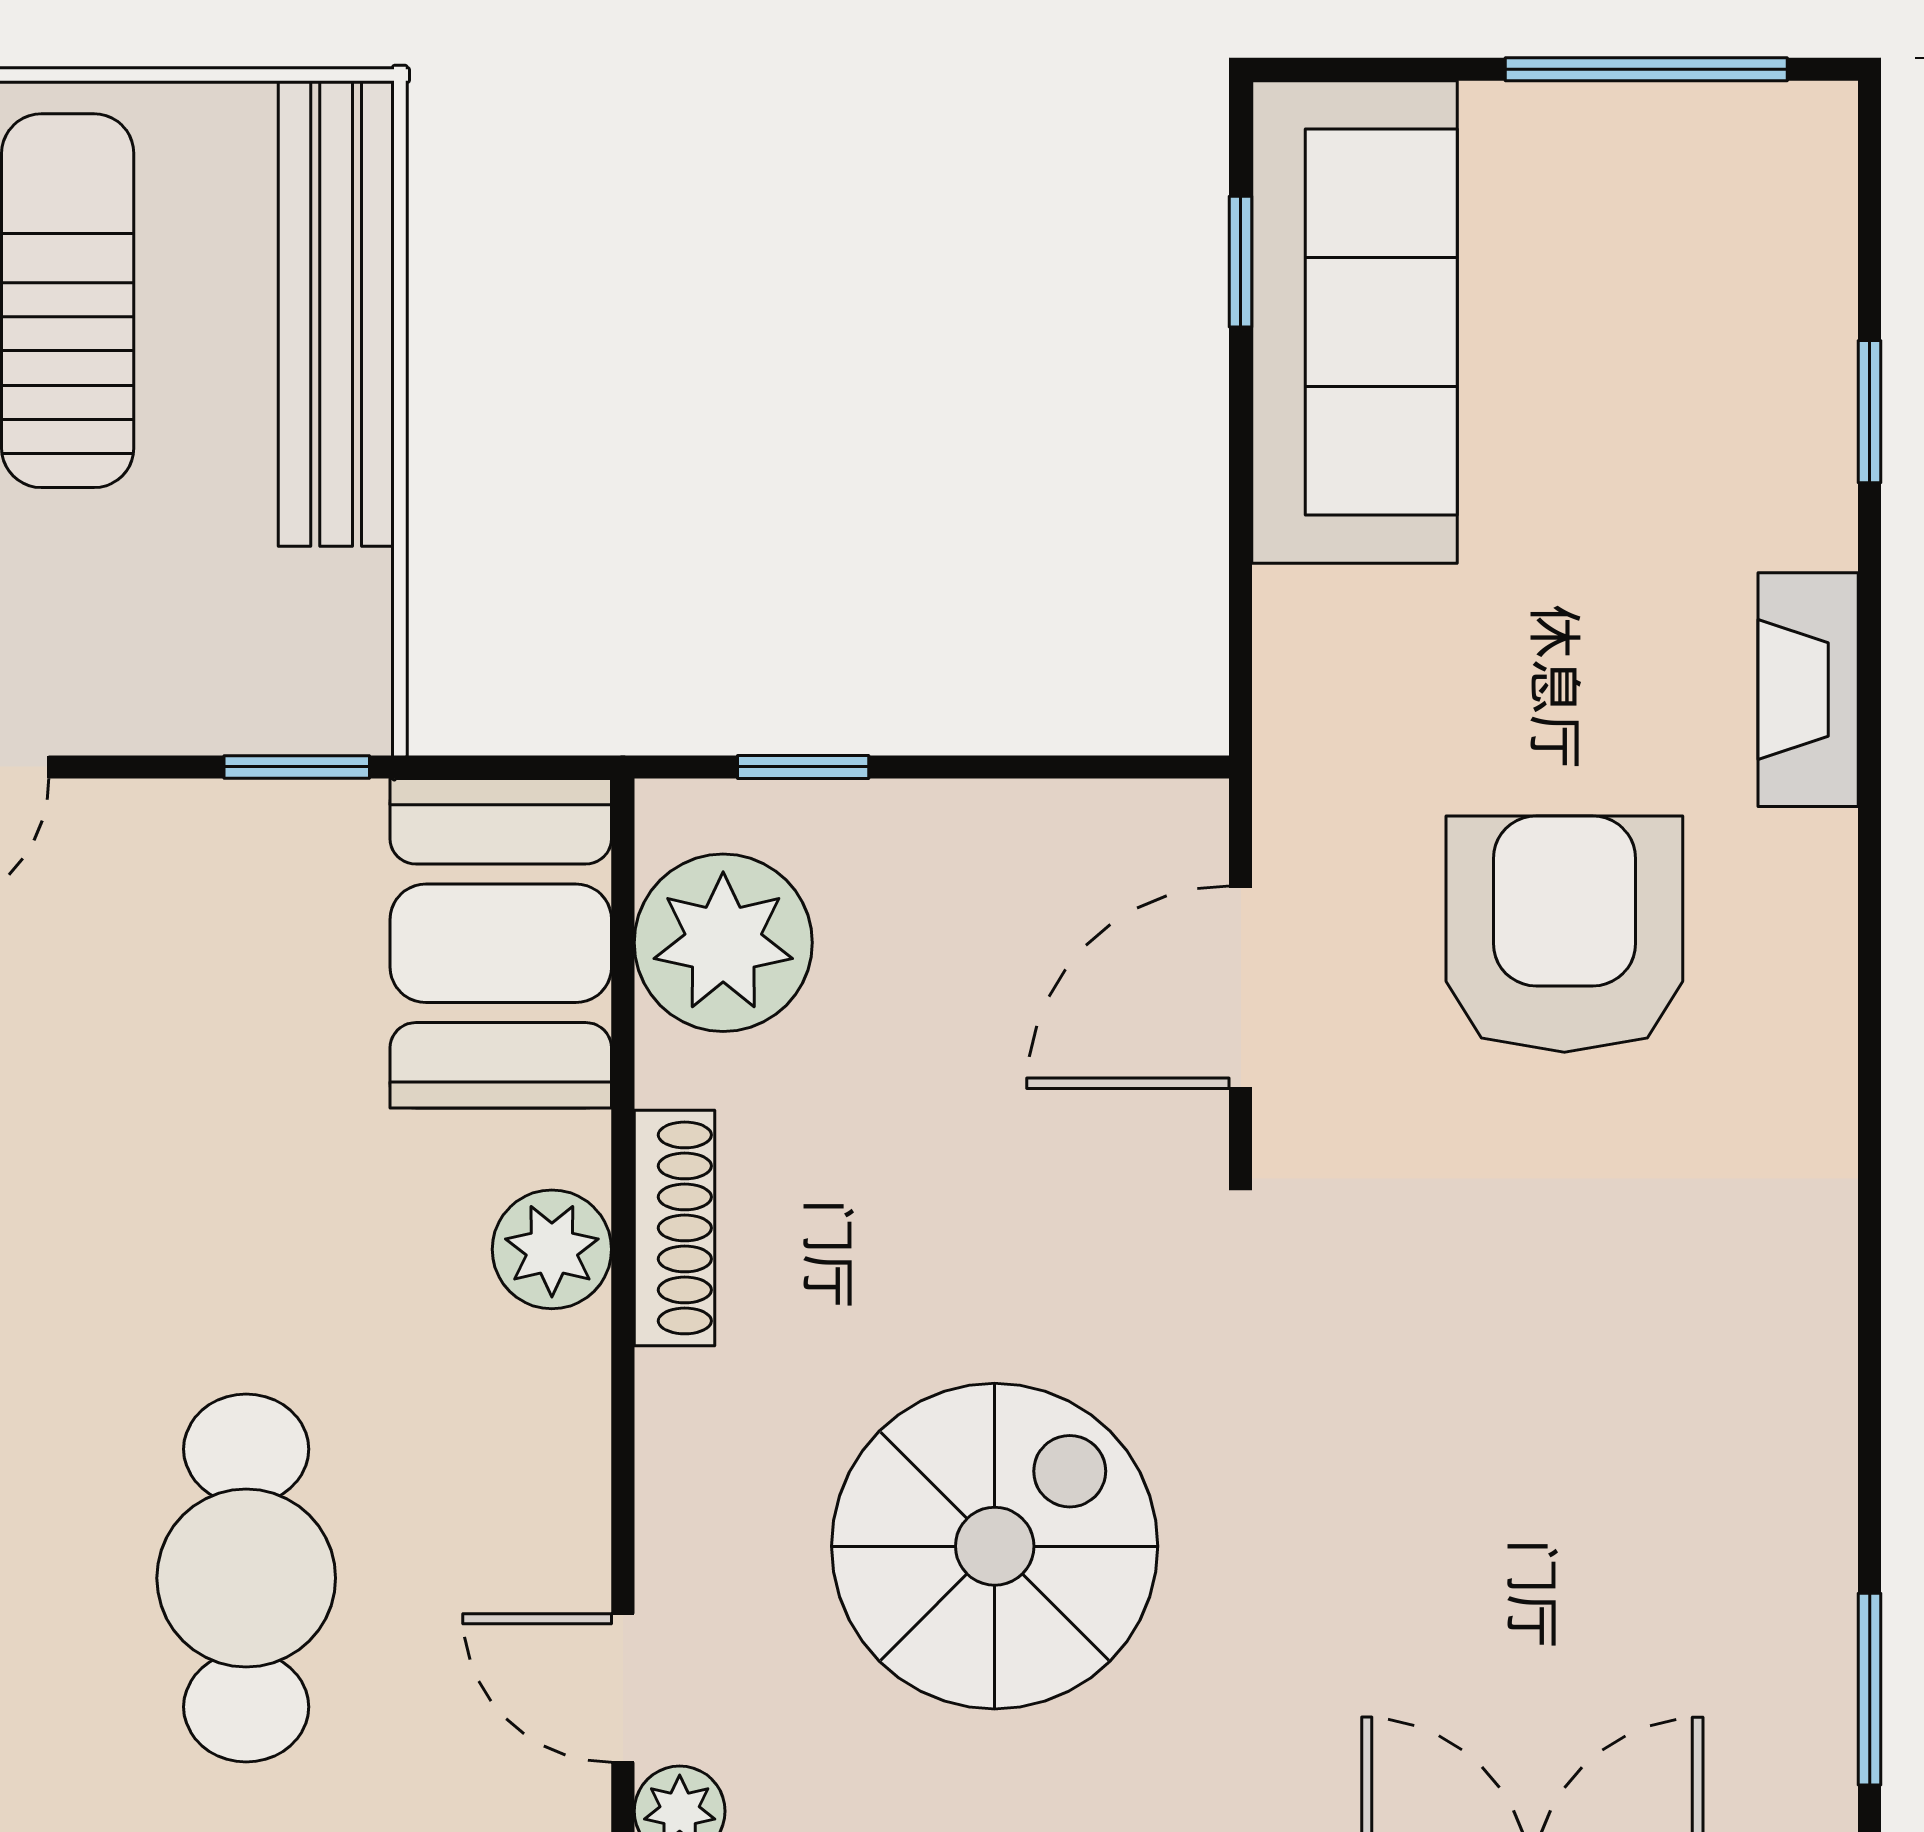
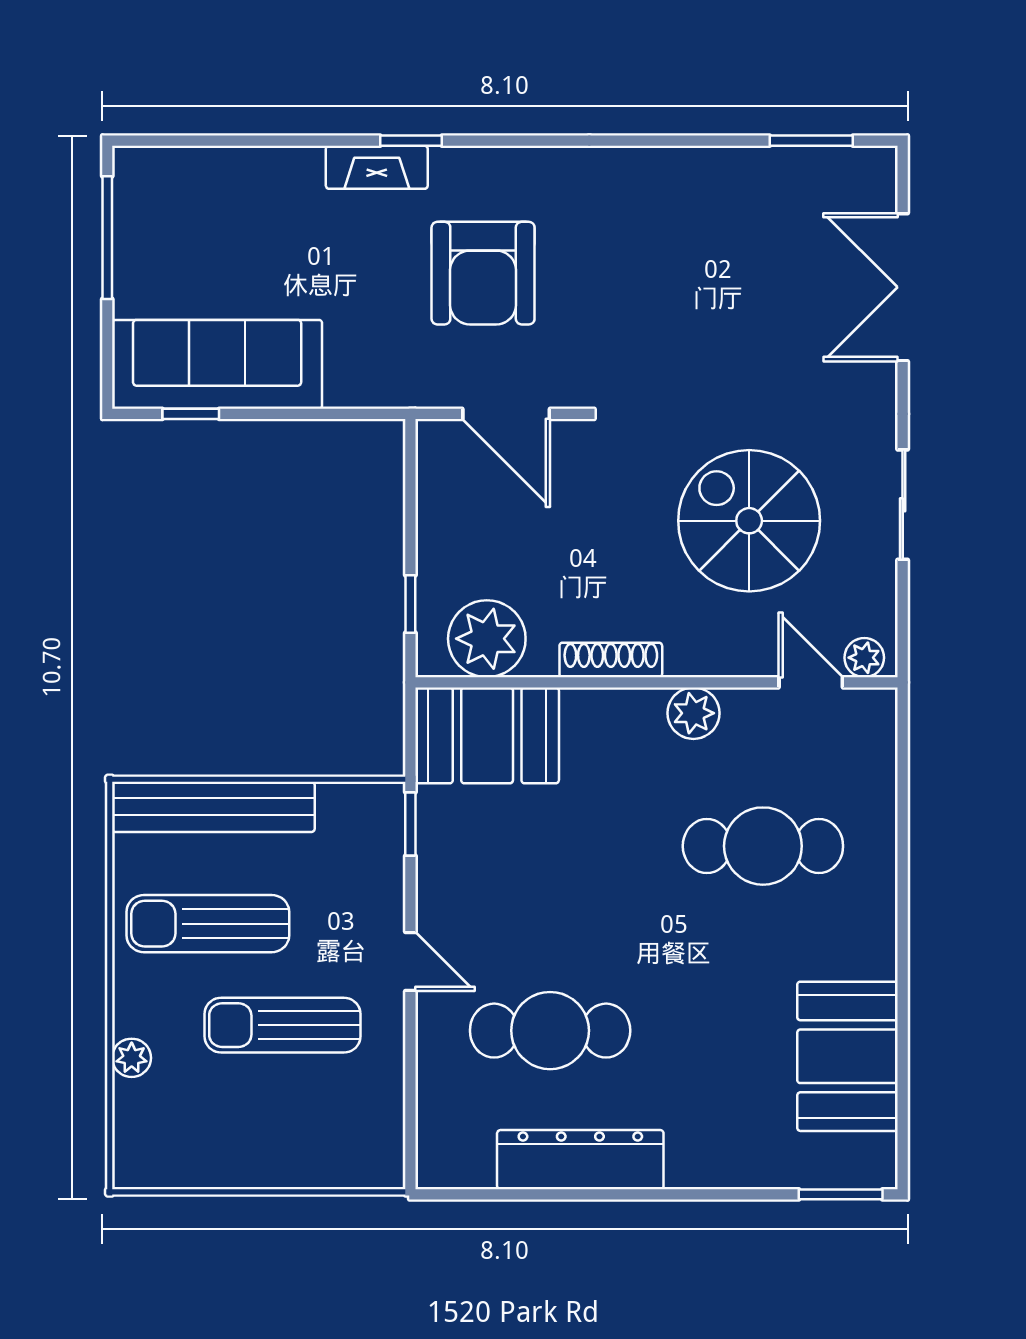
window: (1870, 412) -> (411, 141), moved
armchair: (1564, 934) -> (483, 273), turned -90
plant: (552, 1249) -> (693, 713), moved
door: (623, 1688) -> (811, 682), swing flipped

